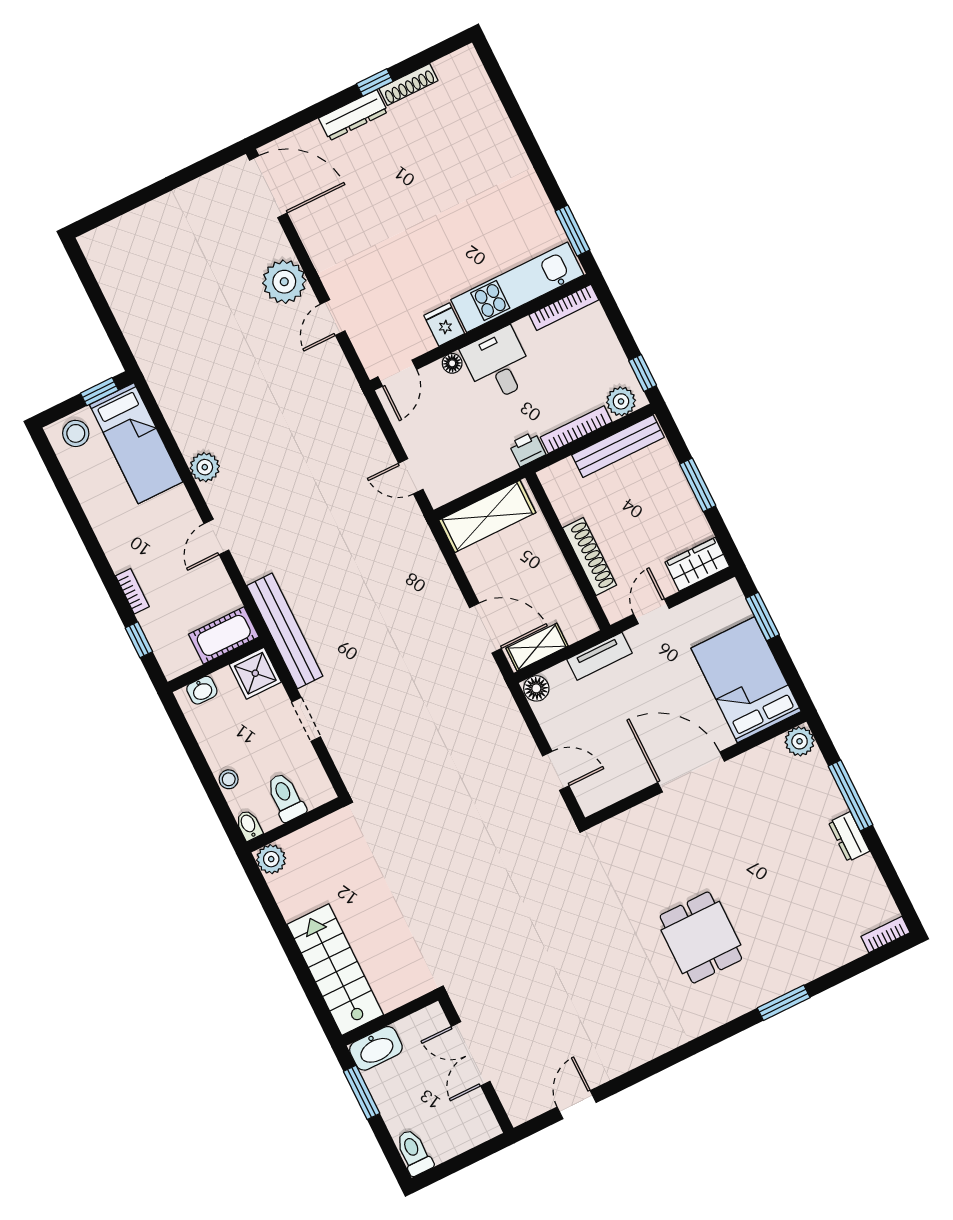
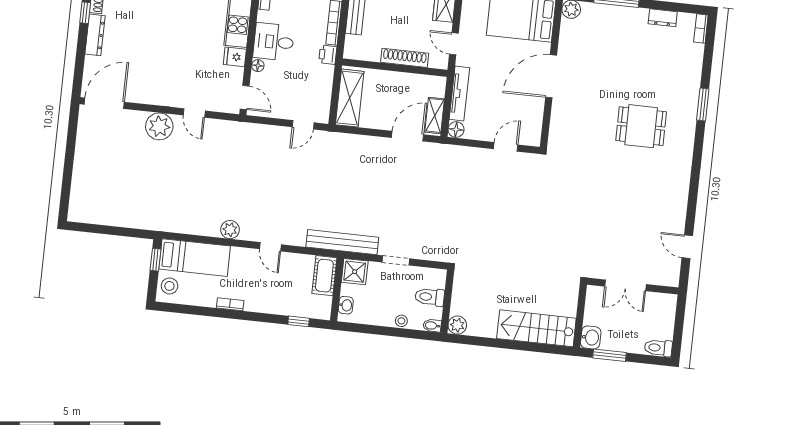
bookcase: (132, 591) -> (230, 304), moved
tv unit: (600, 656) -> (459, 94), width x1.41
dresser: (849, 837) -> (663, 18), moved
washbasin: (376, 1048) -> (591, 337), width x0.72

